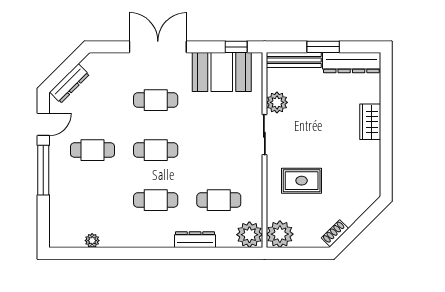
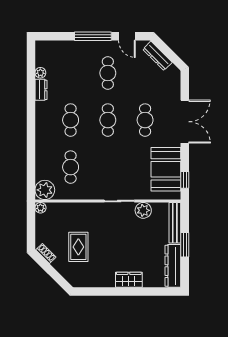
rug: (302, 181) -> (78, 247), moved
plant: (280, 234) -> (40, 208), width x0.53, depth x0.53
dresser: (195, 240) -> (41, 90), moved, width x0.70

